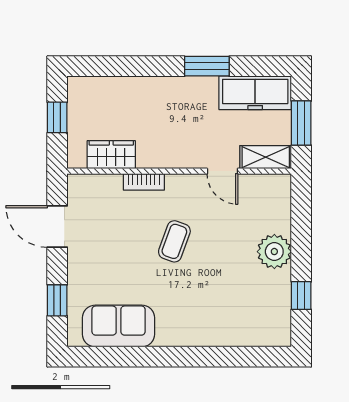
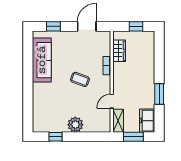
freezer: (255, 93) -> (147, 121), width x0.71
sofa: (119, 326) -> (42, 60), width x1.36

